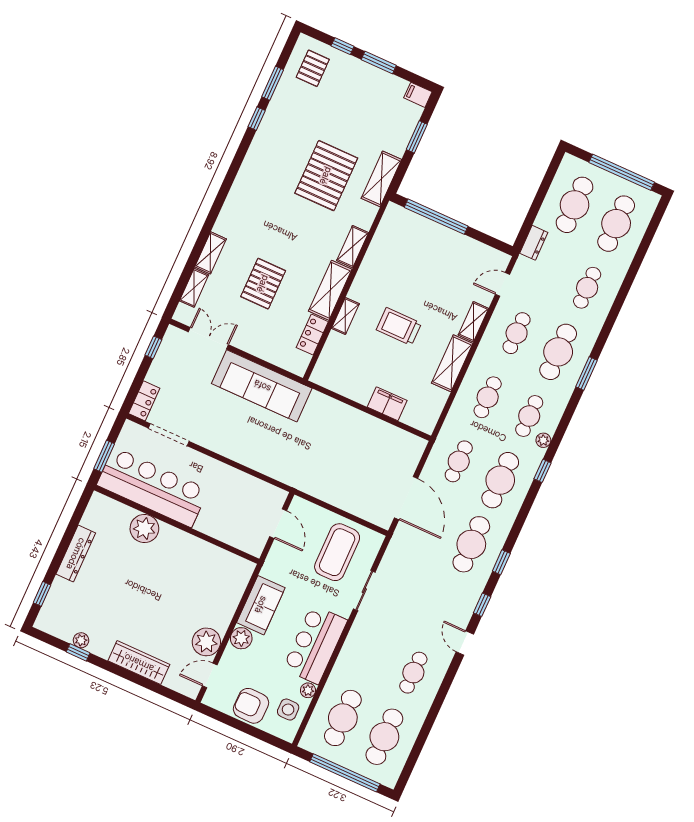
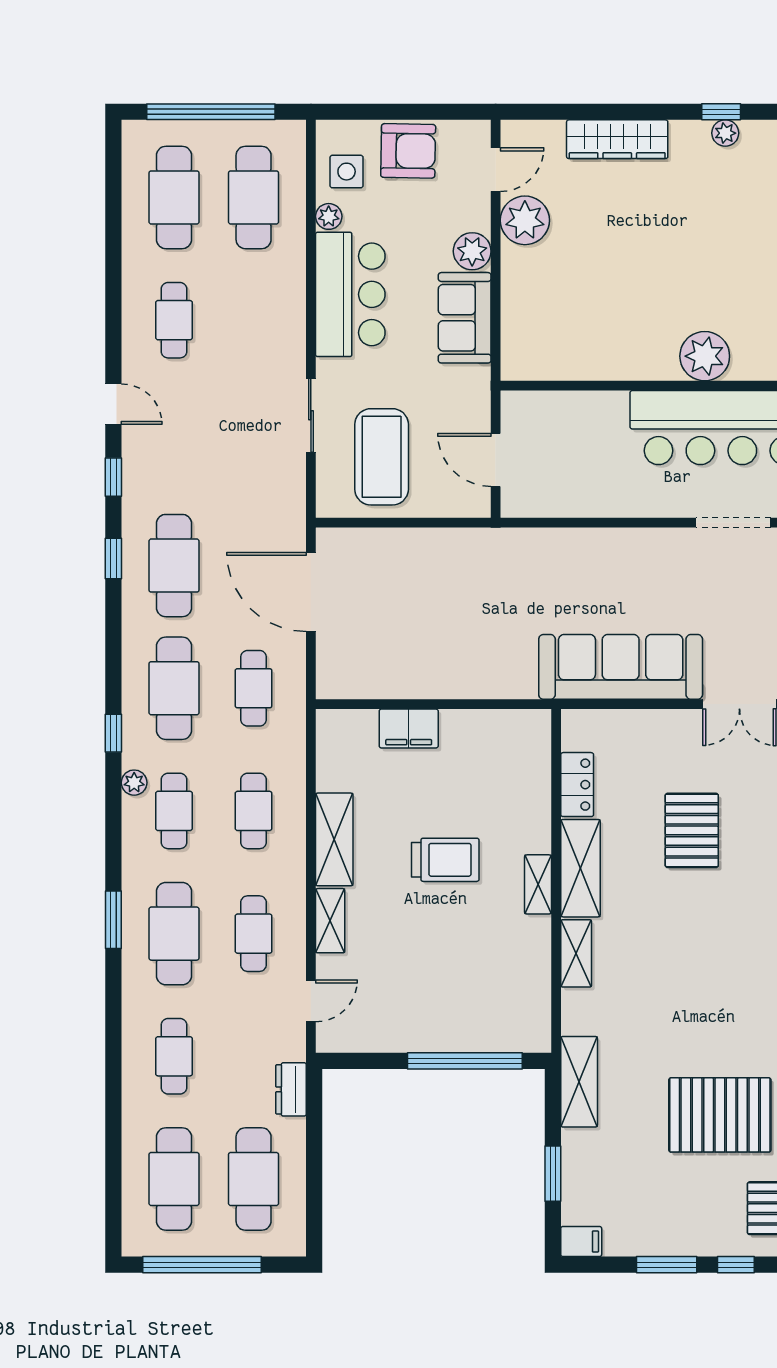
pallet: (326, 176) -> (720, 1115), moved, turned 90
shelving: (345, 316) -> (538, 884), moved

